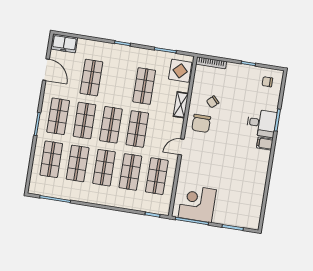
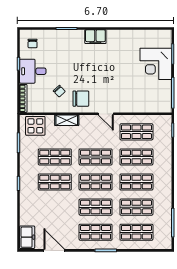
door: (46, 70) -> (54, 250), hinge flipped
shop shelf: (91, 78) -> (55, 182), moved
desk: (262, 123) -> (33, 71), moved, turned -90
filing cabinet: (265, 143) -> (95, 37), width x2.00
corner desk: (197, 204) -> (156, 64), moved

